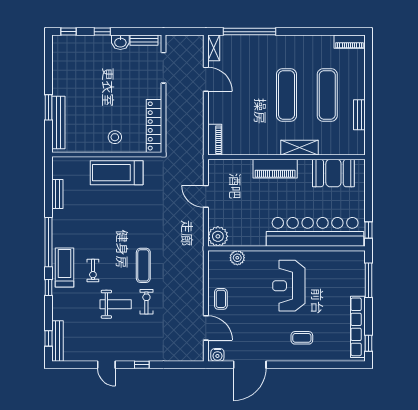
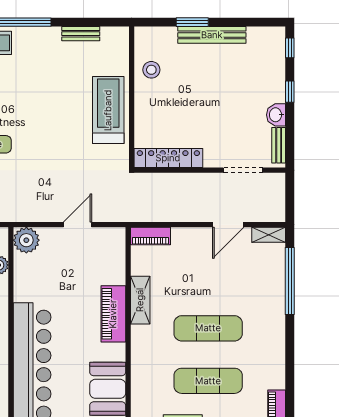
bench: (58, 122) -> (212, 35), moved
stool: (115, 137) -> (151, 70), moved
shelving: (300, 148) -> (140, 300), moved

